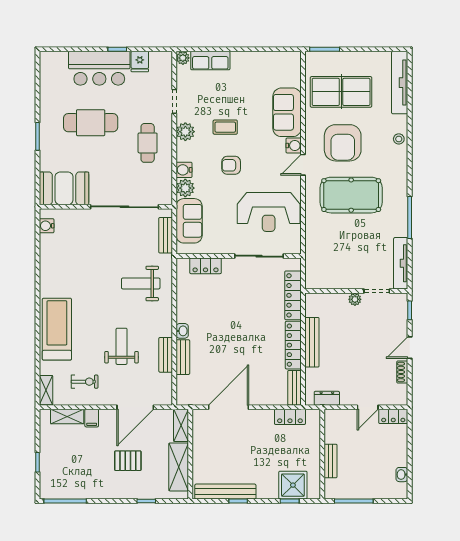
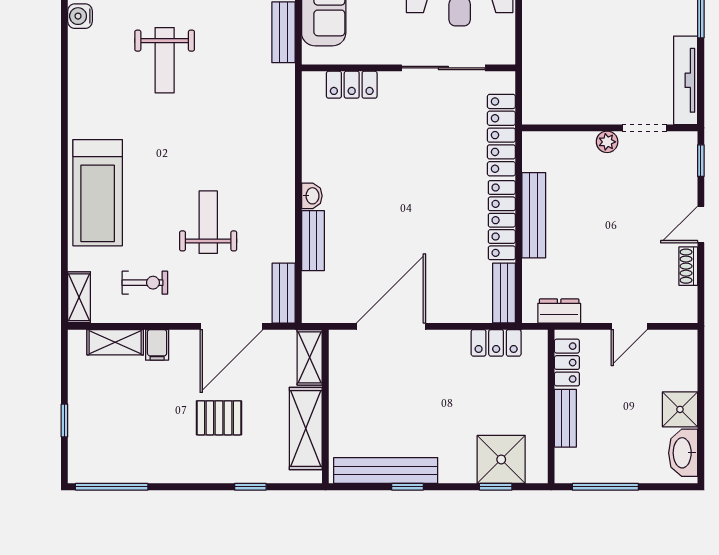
weight bench: (141, 283) -> (165, 60), moved, turned -90
treadmill: (57, 329) -> (98, 193), turned 180
bench: (166, 355) -> (284, 293), moved
locker: (393, 416) -> (567, 363), moved, turned -90
shower: (397, 456) -> (680, 409), added
washbasin: (402, 475) -> (683, 453), width x1.91, depth x1.45

